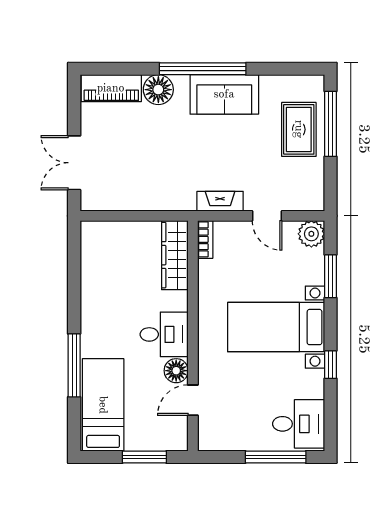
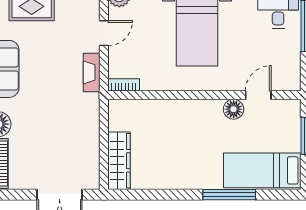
wardrobe: (175, 255) -> (119, 161), moved, turned -90
desk: (164, 334) -> (203, 119), removed
door: (193, 400) -> (258, 95), swing flipped

